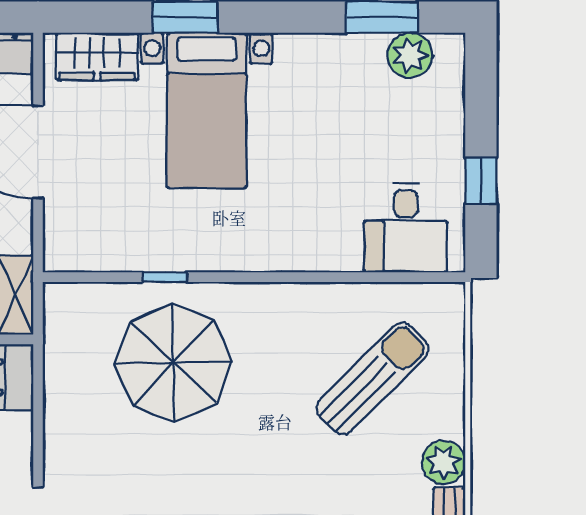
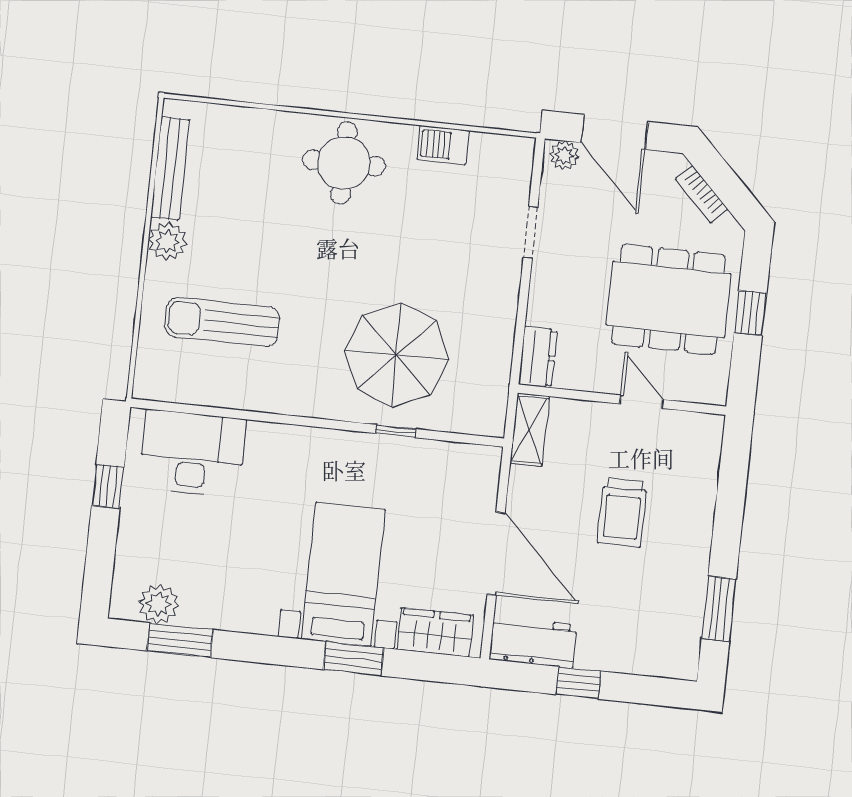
desk: (406, 228) -> (192, 453), width x1.37
sun lounger: (372, 379) -> (222, 322), turned 45

